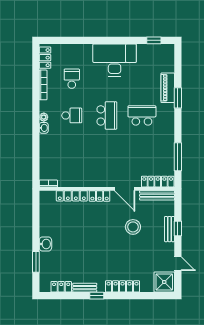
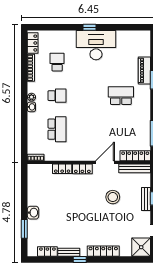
window: (154, 40) -> (90, 27), moved
school desk: (107, 115) -> (57, 129), moved
door: (125, 189) -> (105, 162), swing flipped
locker: (72, 196) -> (62, 169), width x0.66

